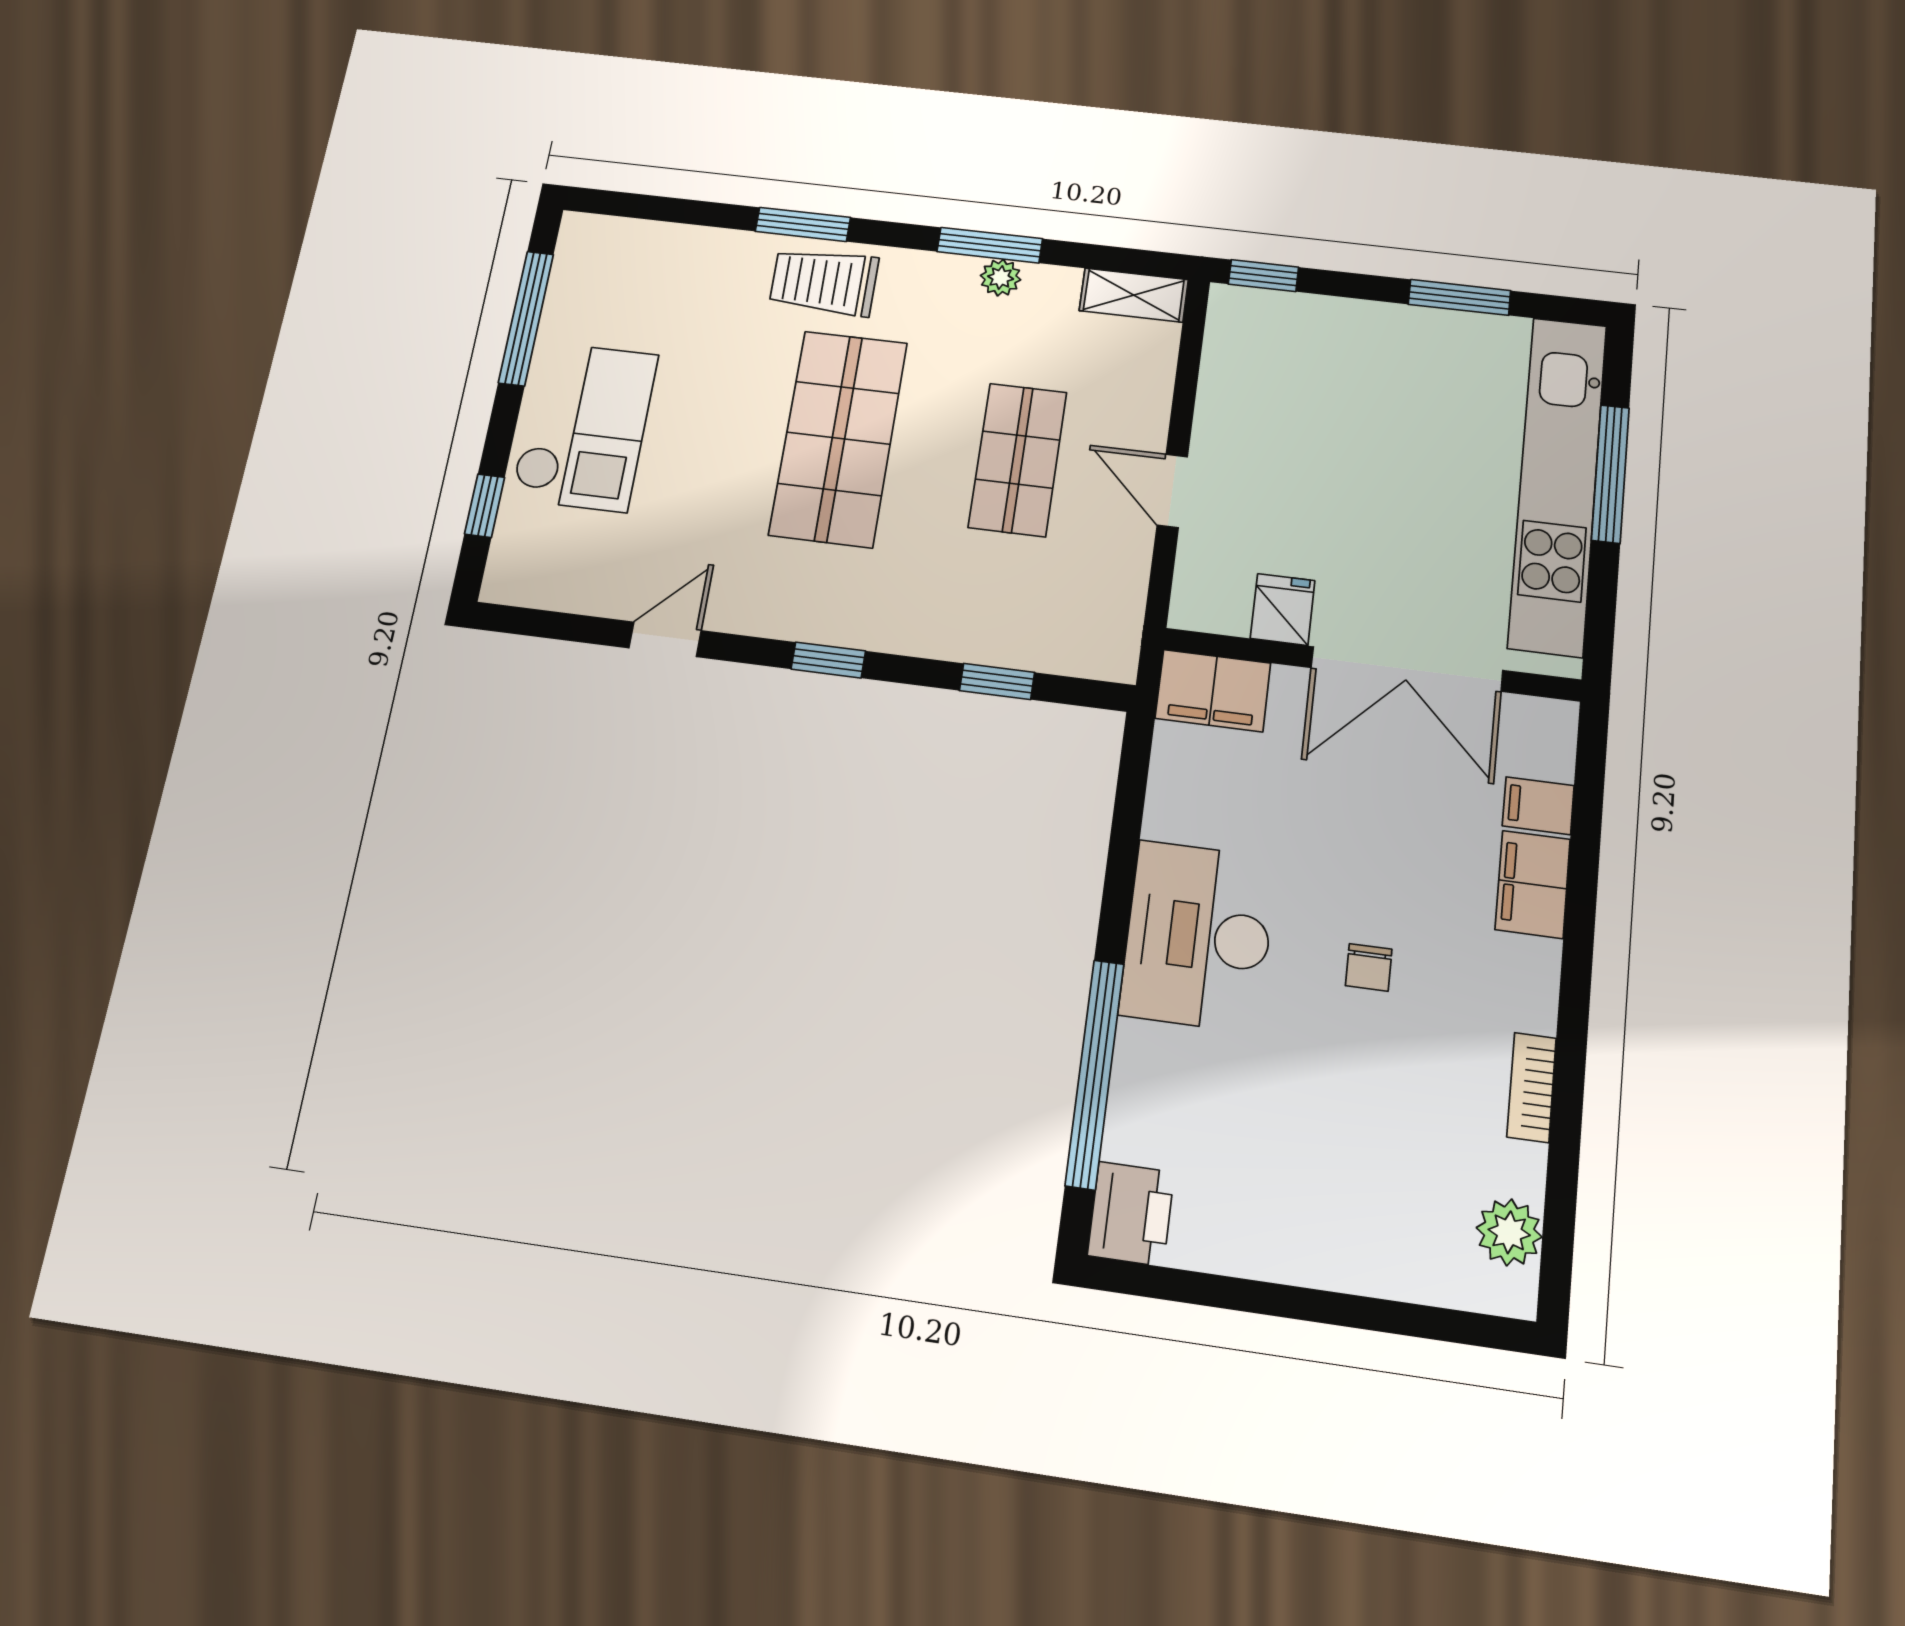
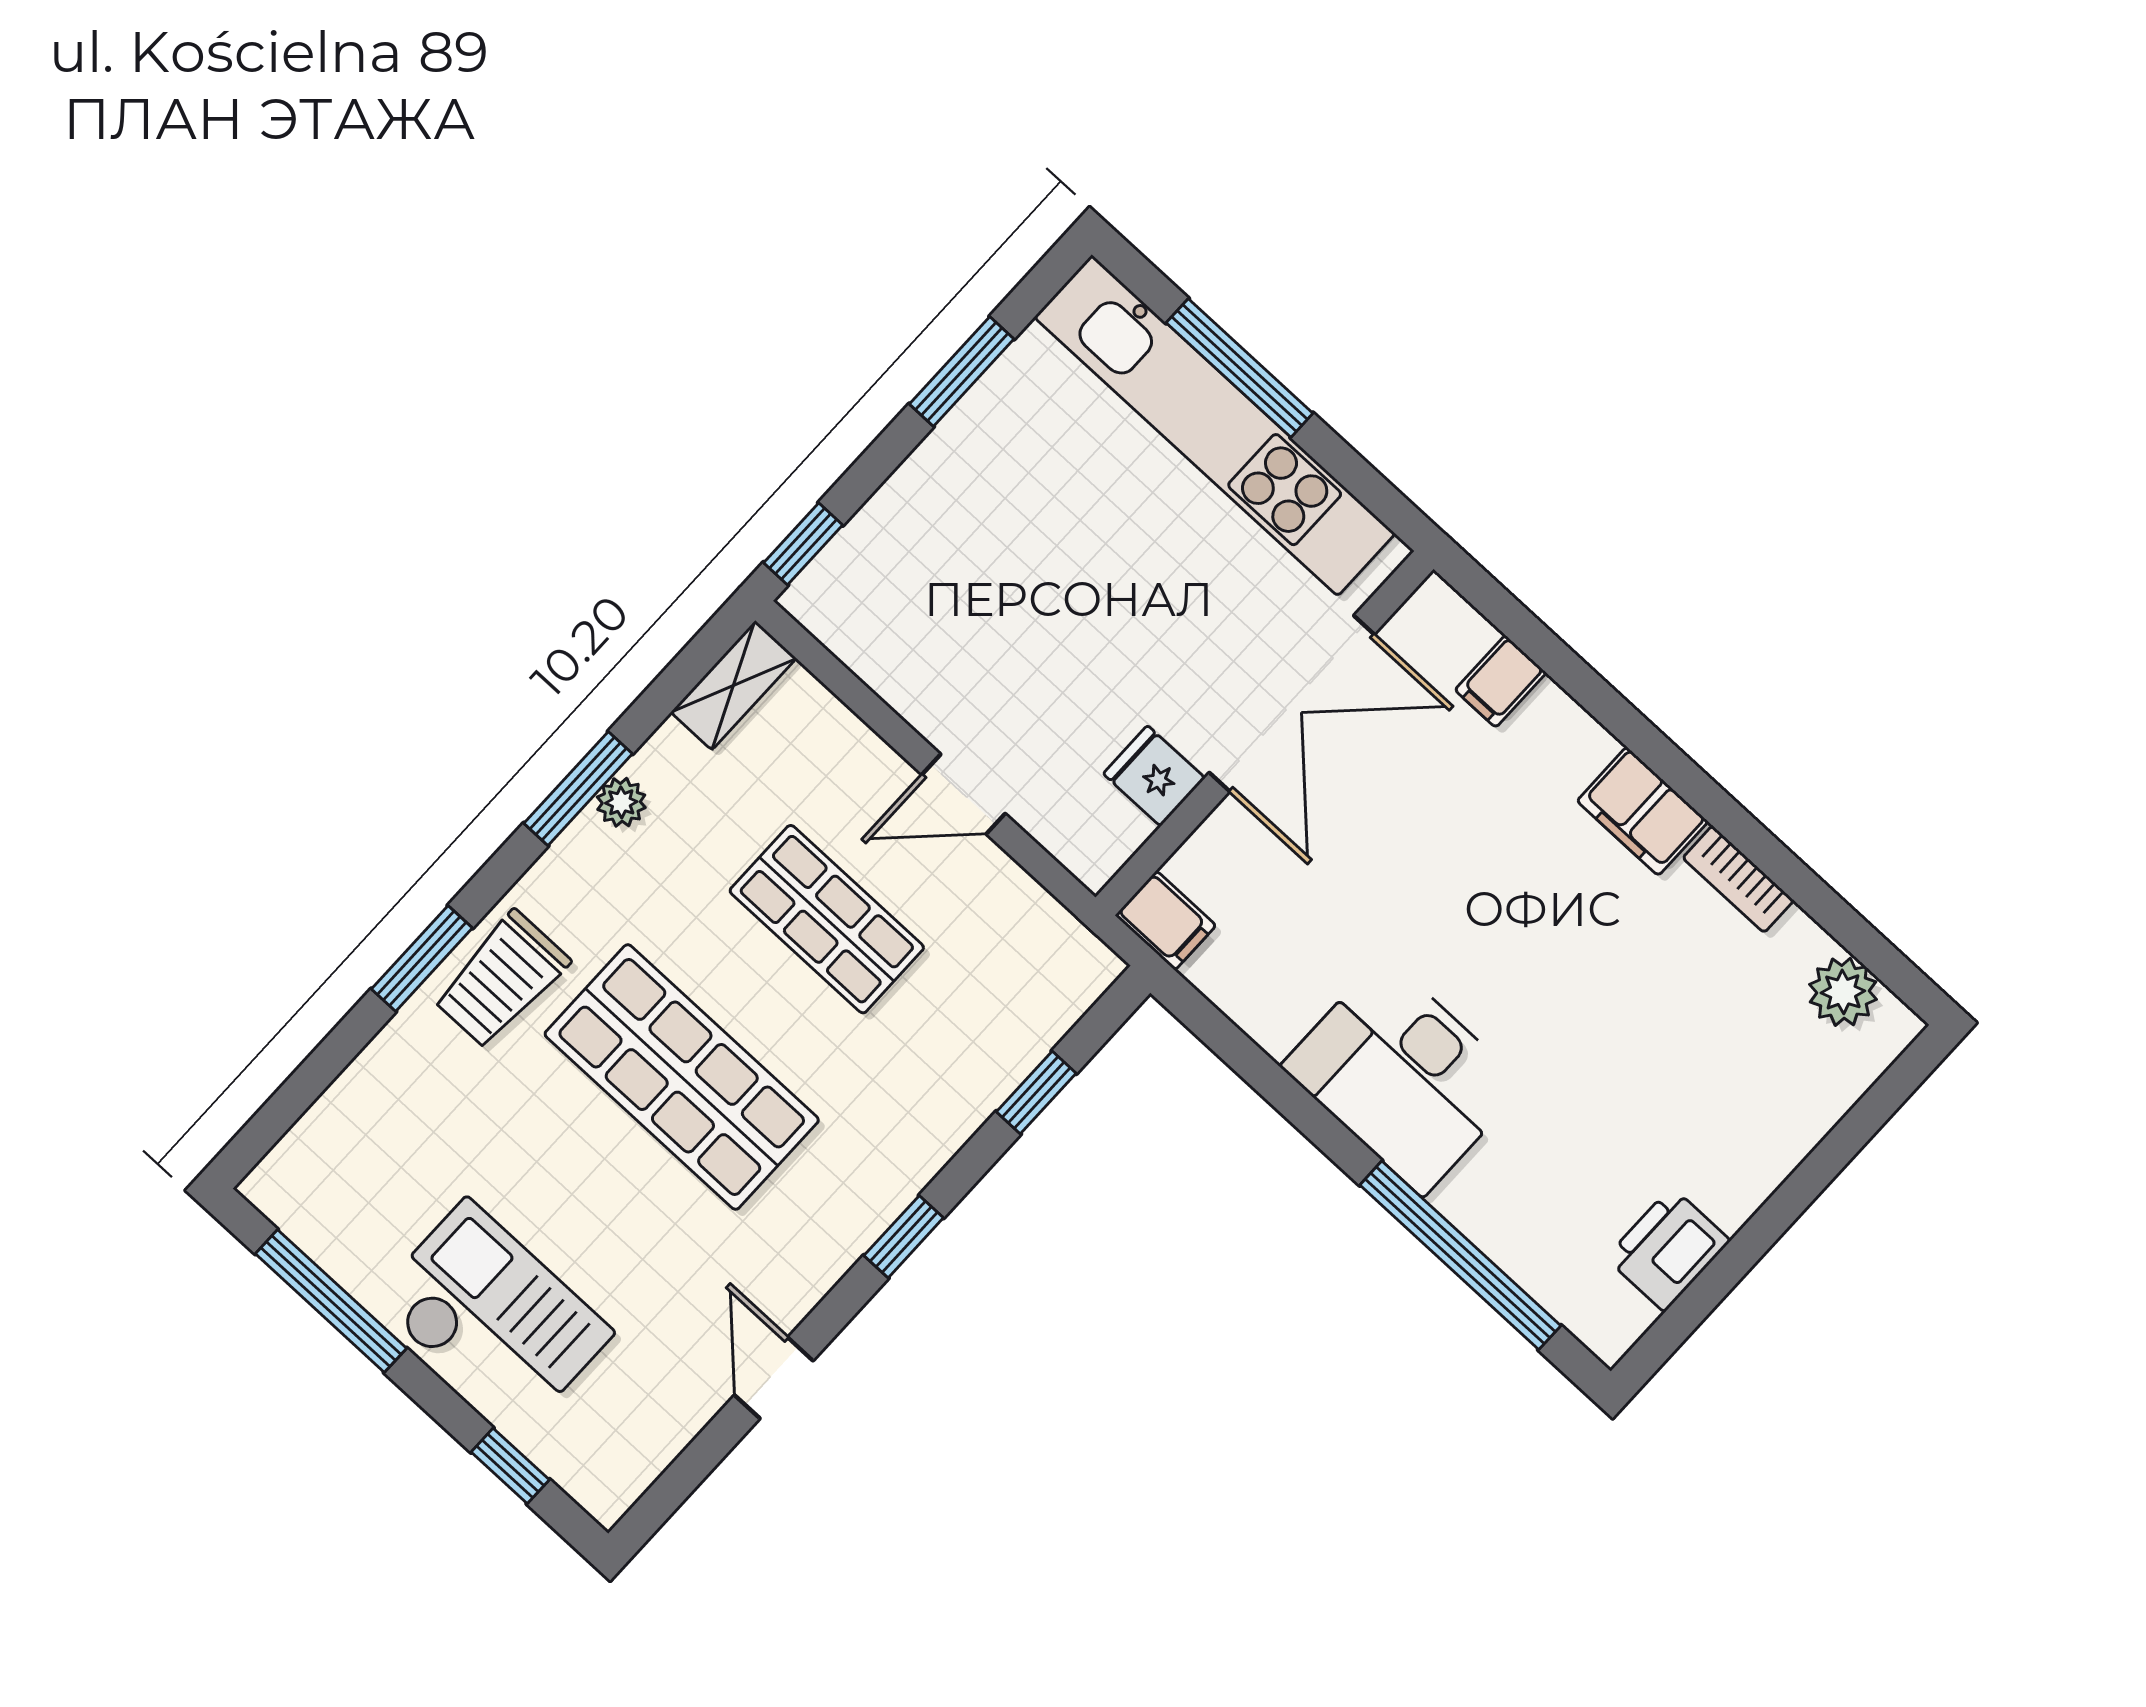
filing cabinet: (1213, 691) -> (1166, 920), width x0.50
filing cabinet: (1533, 884) -> (1643, 811), moved
chair: (1369, 967) -> (1537, 944), removed
printer: (1131, 1214) -> (1668, 1249), moved, turned -90

